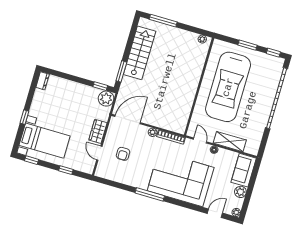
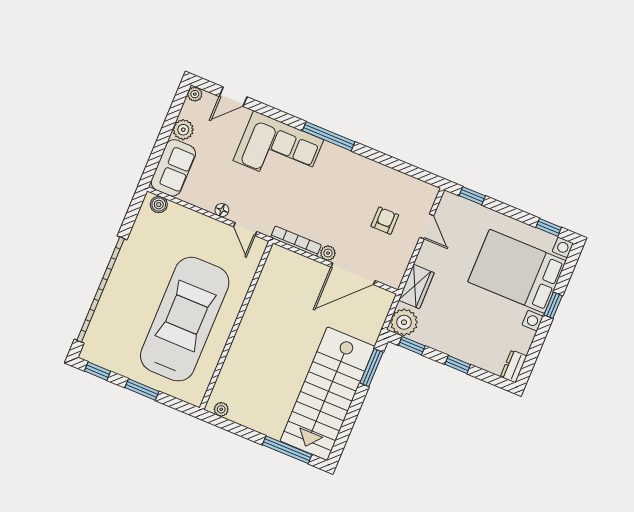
stairs: (140, 53) -> (327, 394), width x1.36, depth x1.51
window: (74, 78) -> (458, 365), added
door: (128, 120) -> (353, 274), moved
wardrobe: (98, 131) -> (416, 286), moved
bed with nightstands: (45, 141) -> (517, 271), width x1.36
shelving: (230, 142) -> (193, 221), removed
boiler: (249, 149) -> (159, 205), added
window: (66, 170) -> (472, 196), moved
corner sofa: (181, 179) -> (278, 150), width x0.73, depth x0.74
window: (150, 194) -> (329, 136), moved

